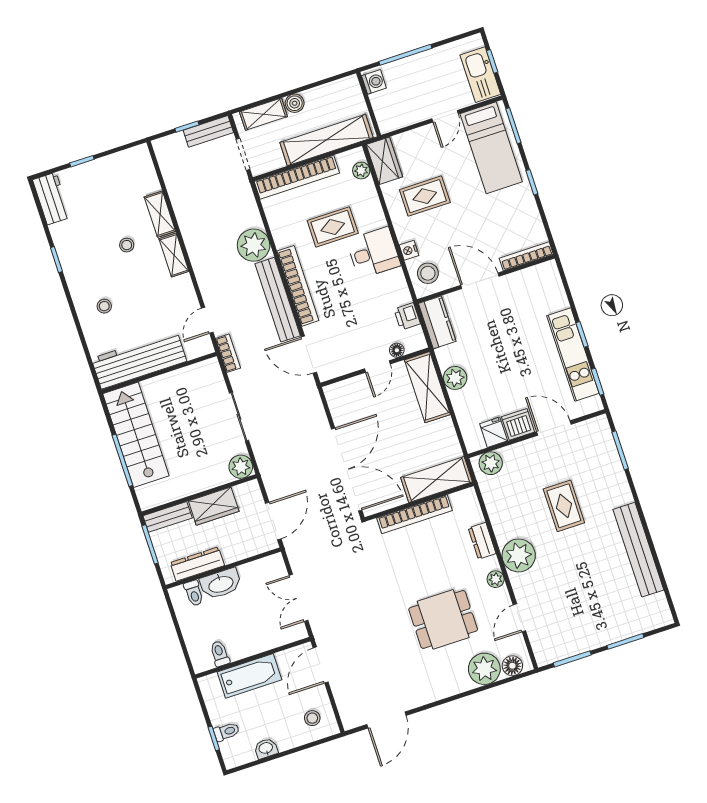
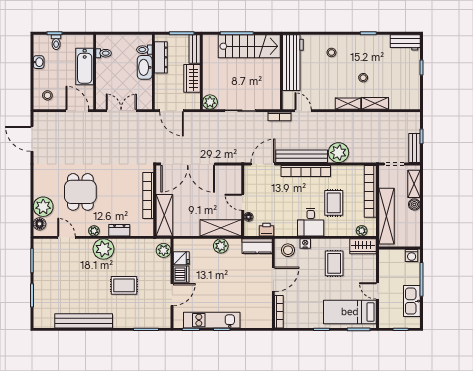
kitchen sink: (480, 75) -> (412, 301), moved, turned -90

